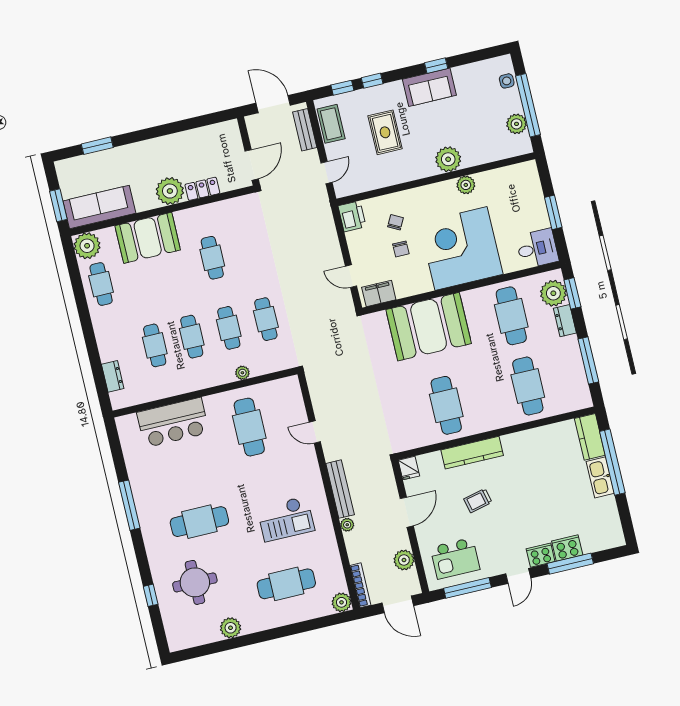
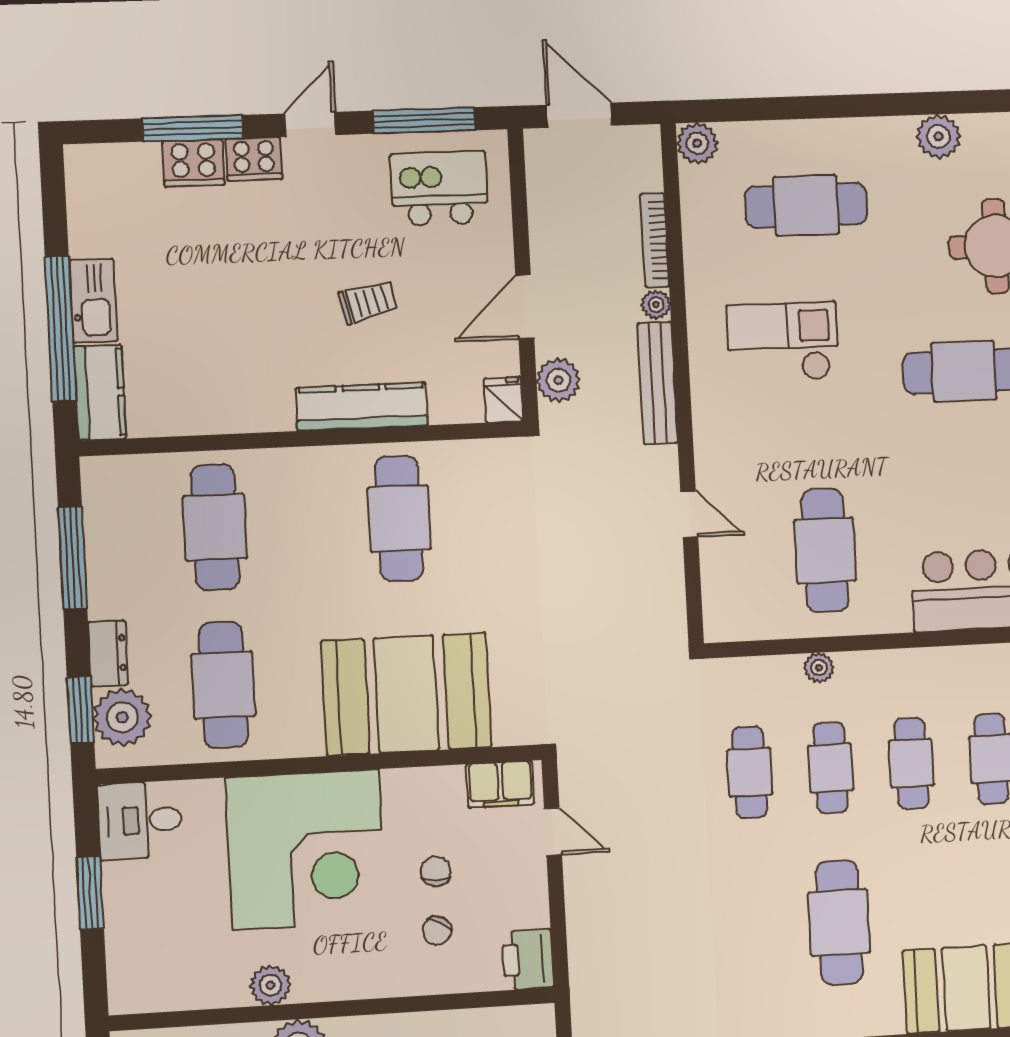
cafe table: (212, 258) -> (839, 922), width x1.37, depth x1.35
plant: (404, 560) -> (558, 380), moved
bookcase: (360, 585) -> (655, 240), moved

